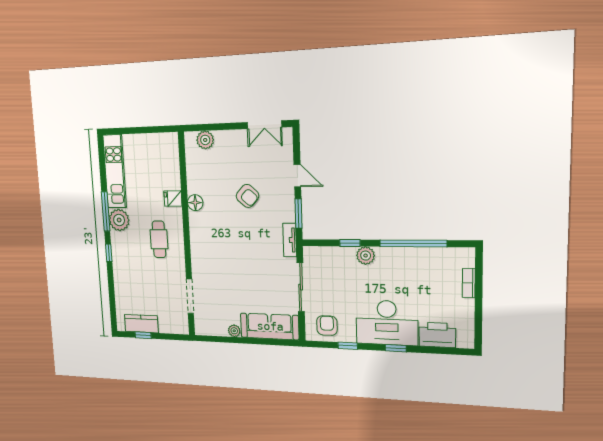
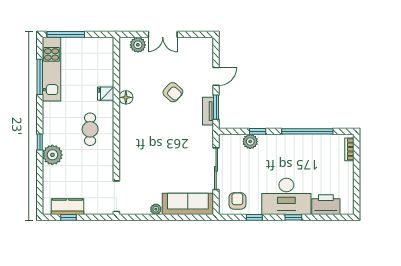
double door: (264, 125) -> (163, 34), moved
window: (127, 131) -> (66, 34), added
door: (297, 176) -> (216, 76), hinge flipped
window: (106, 211) -> (40, 77), moved
plant: (119, 220) -> (52, 155), moved
tv unit: (290, 240) -> (208, 111), moved
plant: (366, 256) -> (250, 141), moved
bookcase: (469, 283) -> (349, 149), moved
doorway: (190, 296) -> (116, 196), moved

